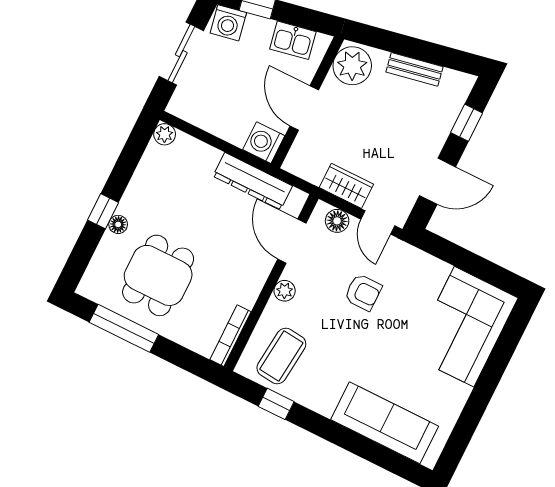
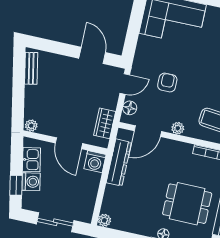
washing machine: (228, 23) -> (31, 182), moved
plant: (352, 66) -> (31, 126), width x0.53, depth x0.53
bench: (415, 69) -> (31, 68), moved
door: (304, 108) -> (69, 143), hinge flipped
window: (467, 123) -> (54, 47), removed
wardrobe: (346, 186) -> (105, 123), moved

